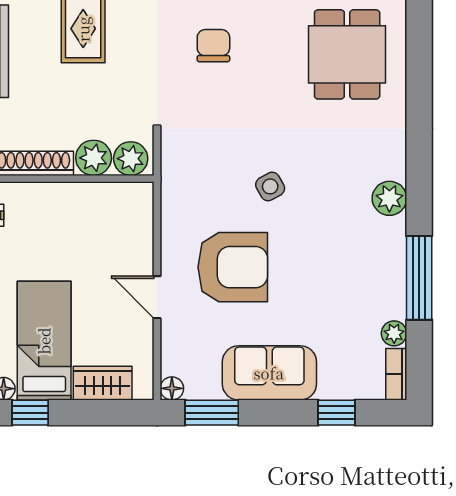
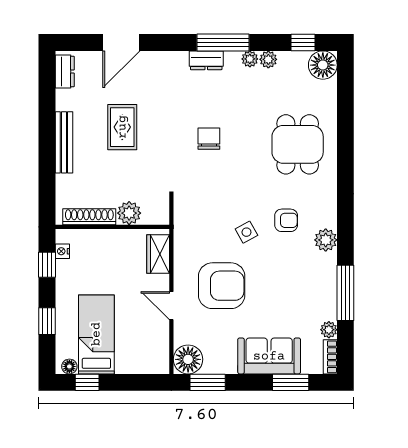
plant: (131, 159) -> (154, 214), removed
armchair: (330, 169) -> (286, 220), added
sofa: (269, 373) -> (269, 356), moved
wardrobe: (103, 383) -> (158, 254), moved, turned -90
floor lamp: (172, 388) -> (188, 359), width x1.89, depth x1.89
window: (336, 413) -> (291, 382), width x1.50

